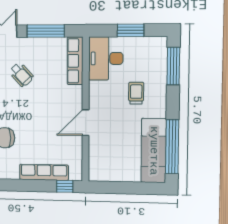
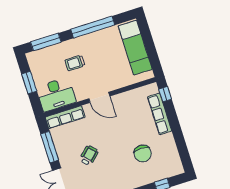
door: (86, 123) -> (99, 97), moved
window: (172, 147) -> (93, 27), moved
exam couch: (154, 151) -> (135, 48), moved, turned 90

